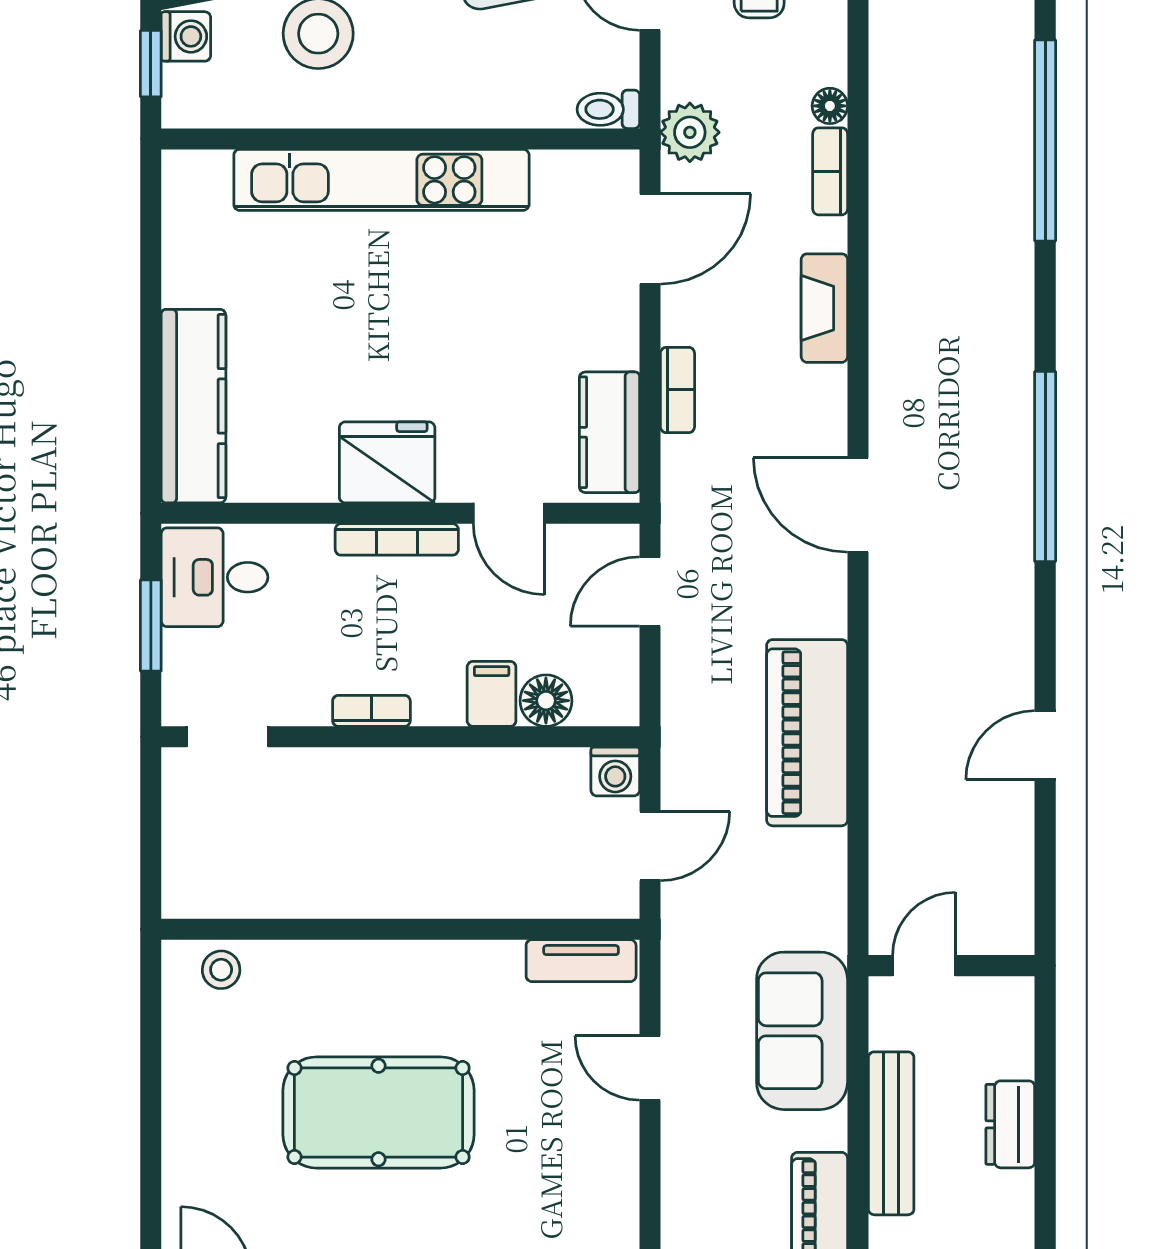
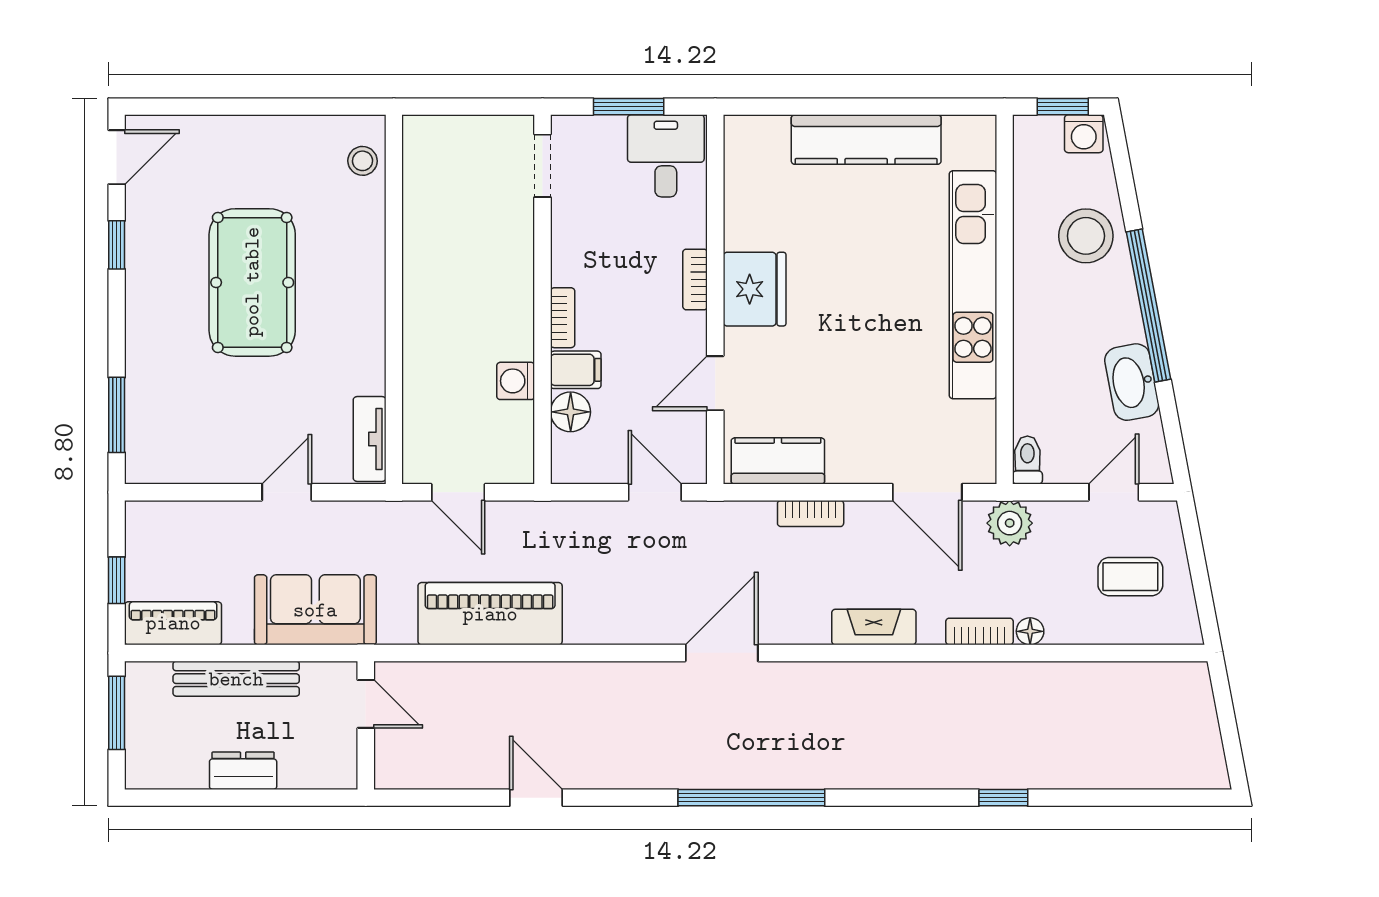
window: (1045, 141) -> (1003, 798), width x0.32
kitchen counter: (193, 406) -> (866, 140), moved
bookcase: (397, 539) -> (695, 279), width x0.64
bookcase: (371, 711) -> (563, 318), moved
piano: (807, 733) -> (490, 614), moved
washing machine: (615, 772) -> (516, 381), moved

